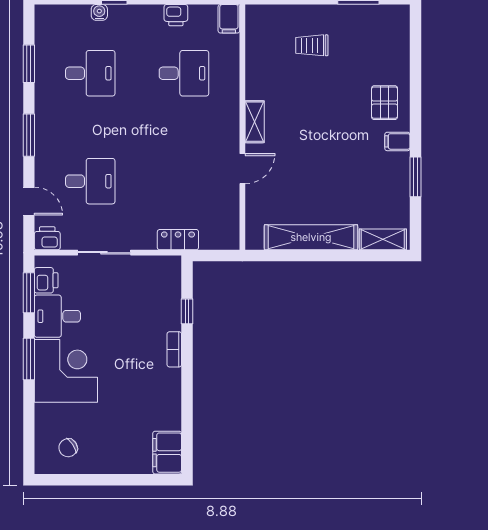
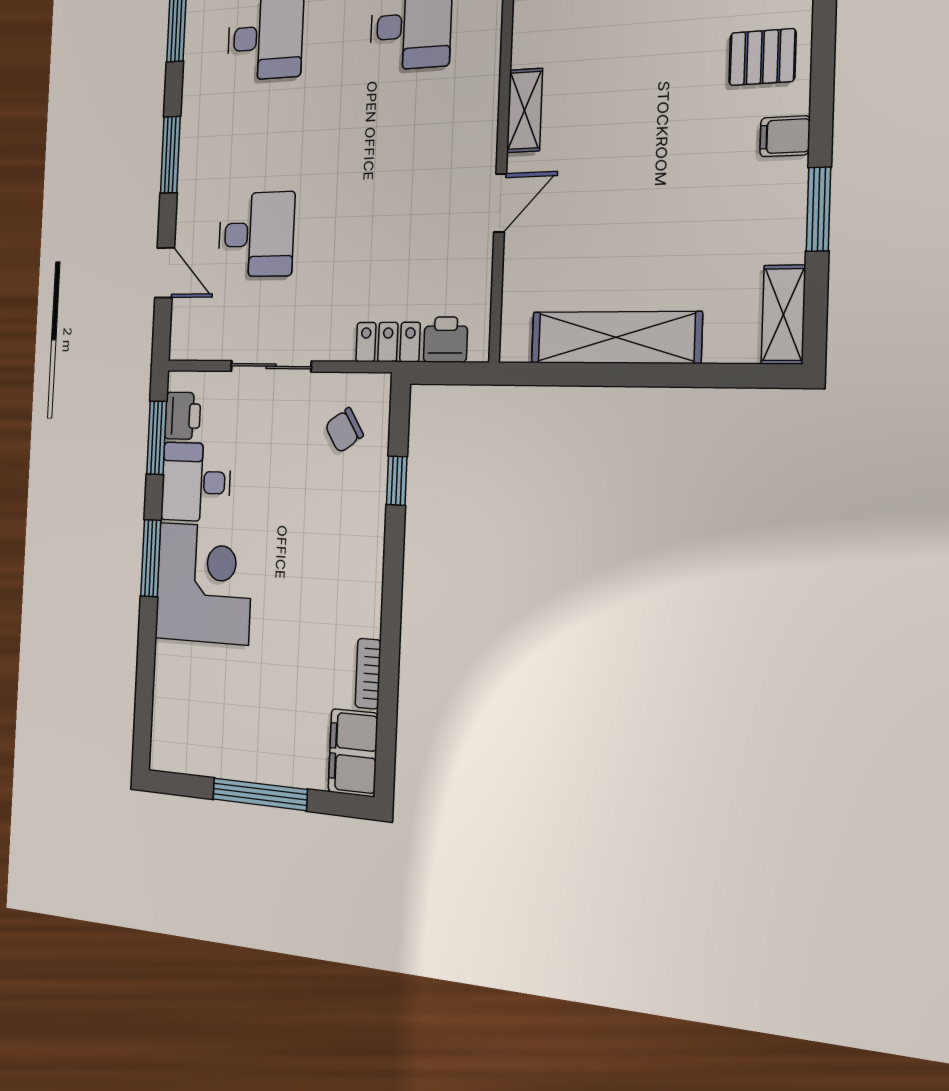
pallet: (385, 103) -> (762, 57), turned 90
printer: (47, 238) -> (446, 340), moved
shelving: (383, 239) -> (783, 315), moved, turned 90
bookcase: (174, 349) -> (368, 674), moved
chair: (68, 448) -> (344, 430), moved
window: (109, 480) -> (260, 794), added

